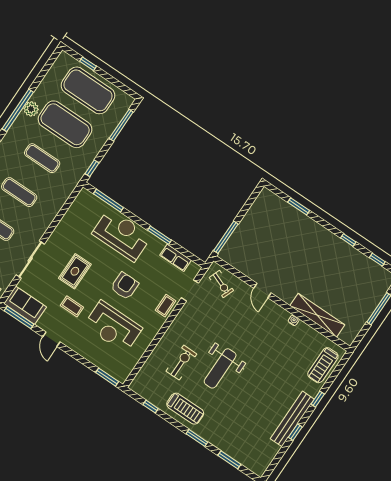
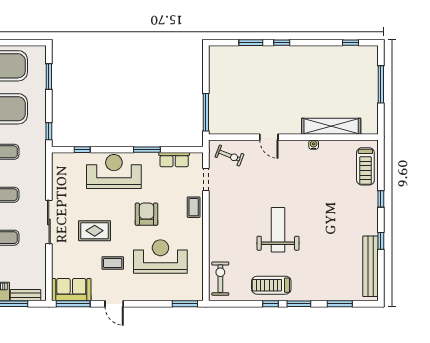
window: (121, 125) -> (49, 77), width x0.69
window: (108, 201) -> (82, 150), width x0.46
window: (348, 240) -> (282, 43), moved
sliding door: (30, 260) -> (49, 222), moved
rug: (75, 271) -> (95, 231), turned 90
reception desk: (113, 327) -> (160, 257), turned 180
exercise bike: (181, 363) -> (220, 279), moved
weight bench: (220, 368) -> (278, 230), turned 180
window: (151, 407) -> (271, 304), moved
treadmill: (185, 409) -> (271, 285), turned 180
bench: (292, 419) -> (370, 266), moved

